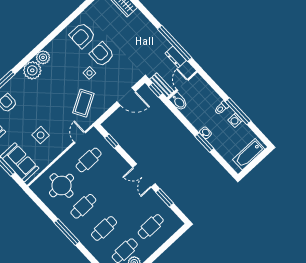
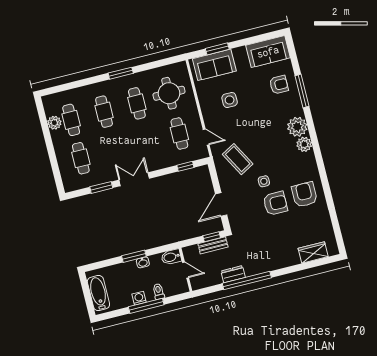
wall: (182, 85) -> (185, 270), moved
door: (183, 85) -> (186, 270), moved
bidet: (179, 102) -> (171, 257), moved
window: (67, 232) -> (121, 73), width x0.69

